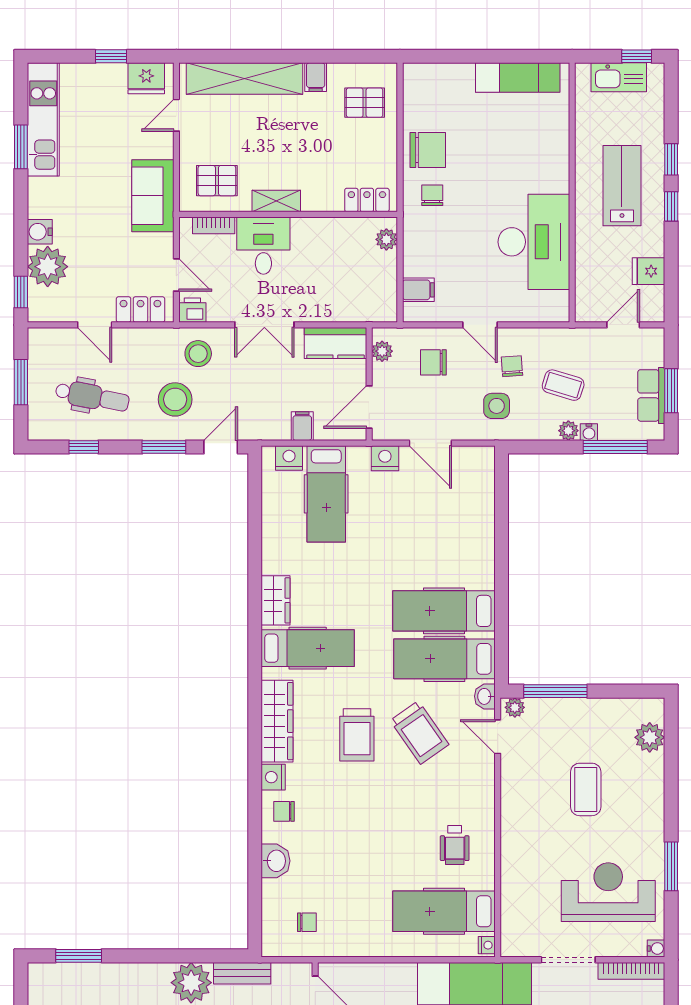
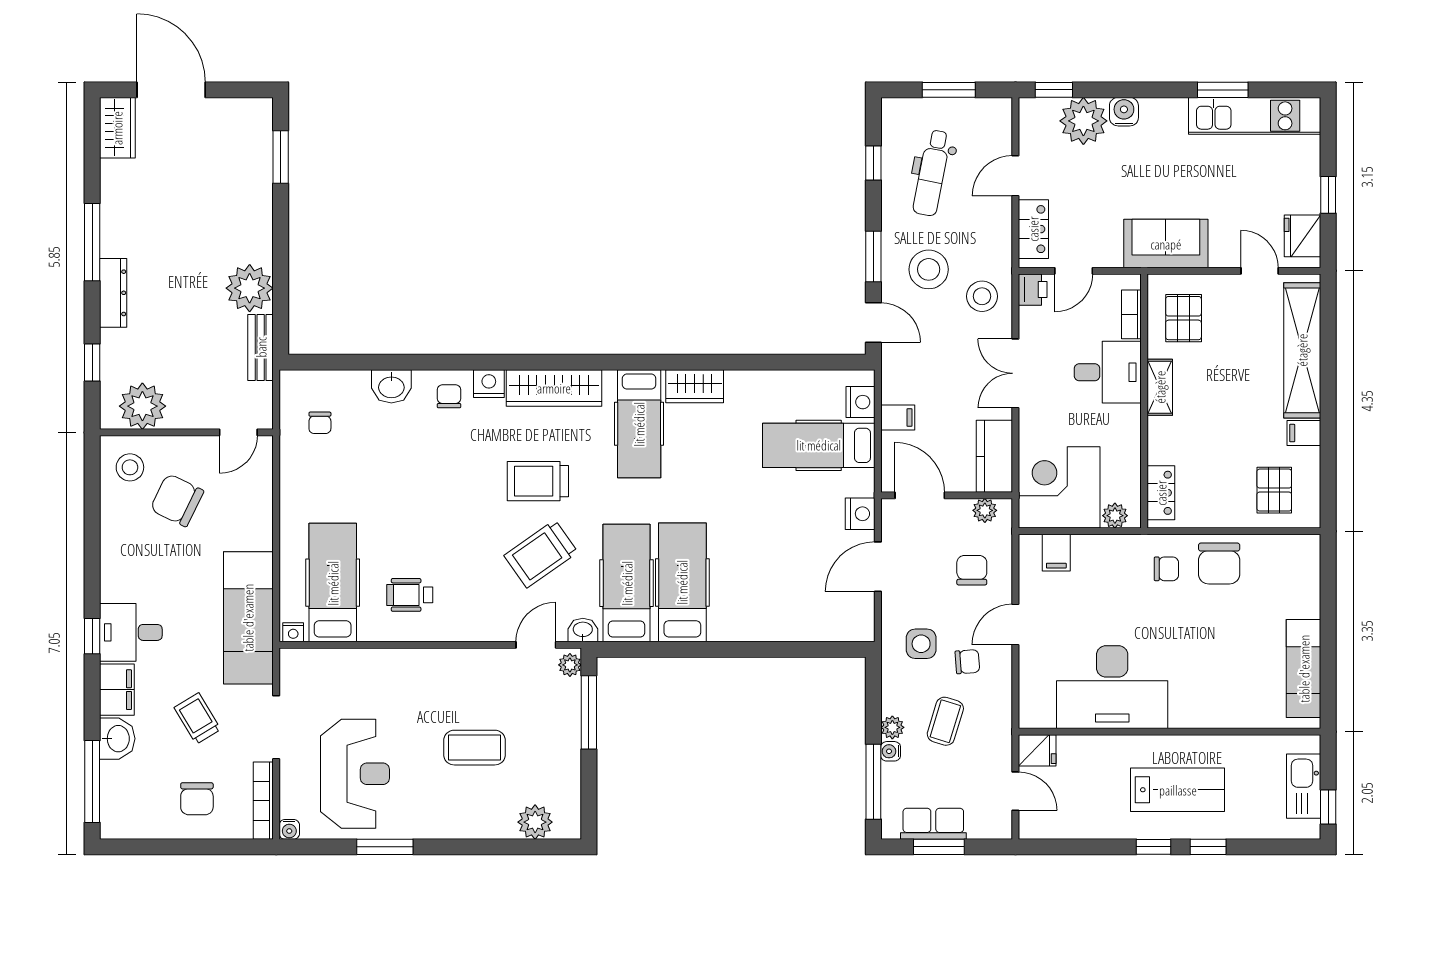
fridge: (649, 271) -> (1037, 750), moved, turned 90
corner desk: (362, 287) -> (1059, 487), added

